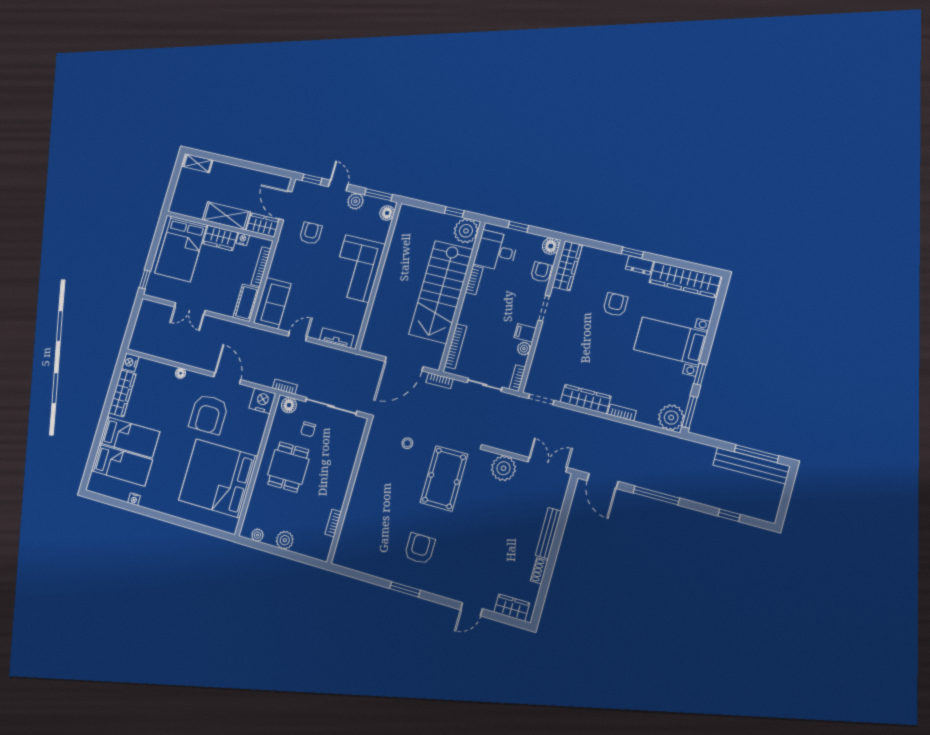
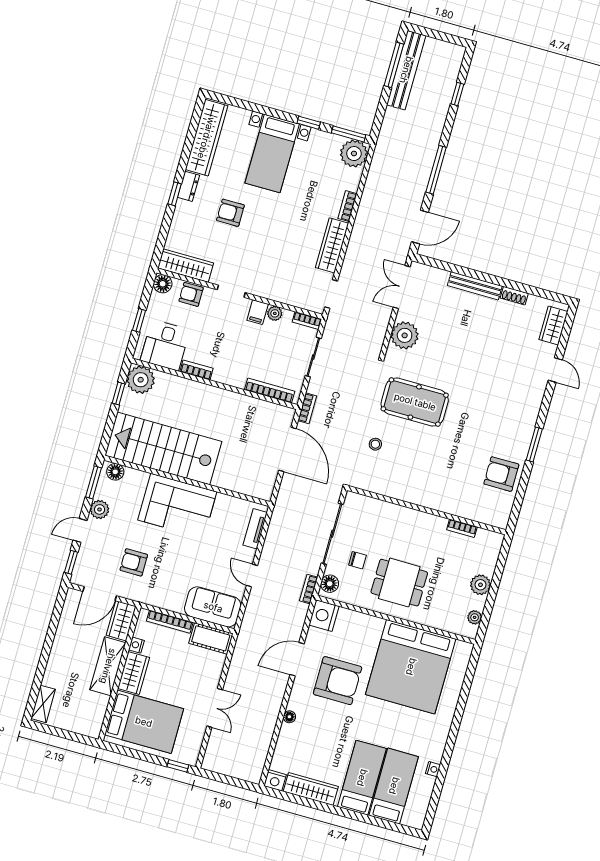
stairs: (441, 292) -> (163, 448), moved, turned 180
armchair: (420, 549) -> (501, 474), moved

